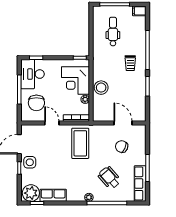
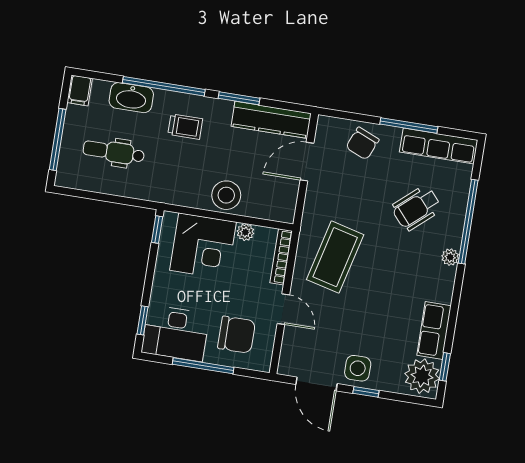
washbasin: (140, 36) -> (131, 98), added
kitchen counter: (140, 103) -> (271, 120), added
door: (52, 123) -> (283, 309), swing flipped
coffee table: (80, 143) -> (335, 257), turned -76
chair: (122, 147) -> (362, 143), moved

